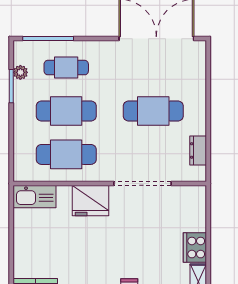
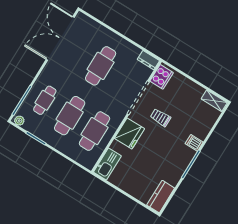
plant: (20, 72) -> (19, 121), moved
dresser: (198, 150) -> (148, 60), moved
trolley: (135, 227) -> (160, 118), added
cooker: (195, 248) -> (162, 77), moved, turned -90

